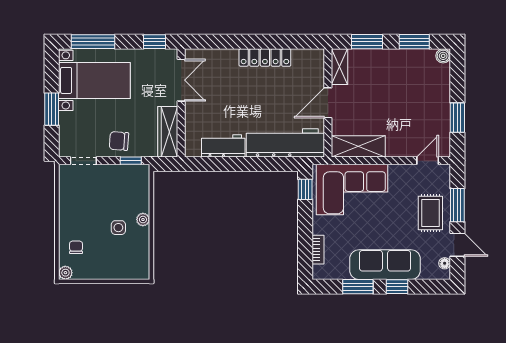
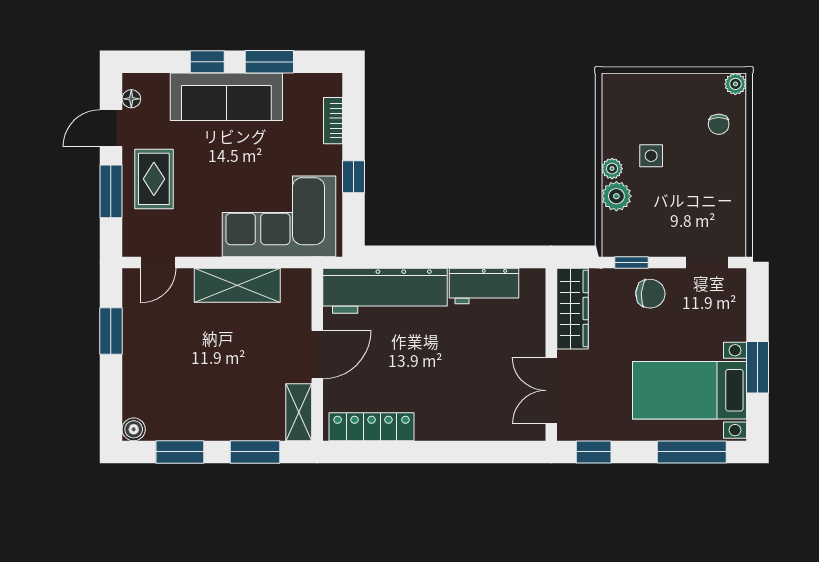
locker: (265, 57) -> (372, 427), moved
window: (52, 109) -> (758, 367), moved
shelving: (358, 146) -> (237, 285), moved
window: (305, 189) -> (353, 177), moved
plant: (140, 202) -> (616, 196), added
door: (457, 245) -> (111, 128), hinge flipped

